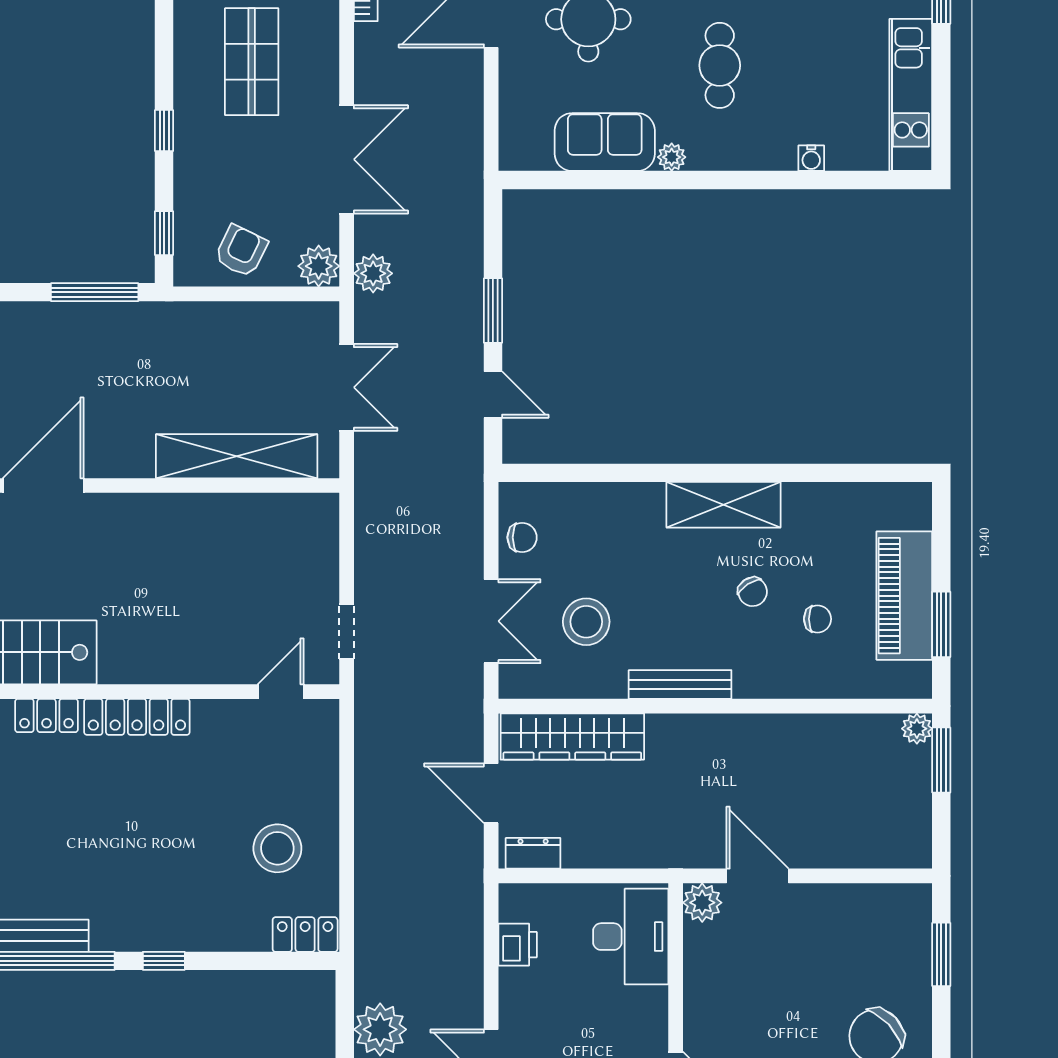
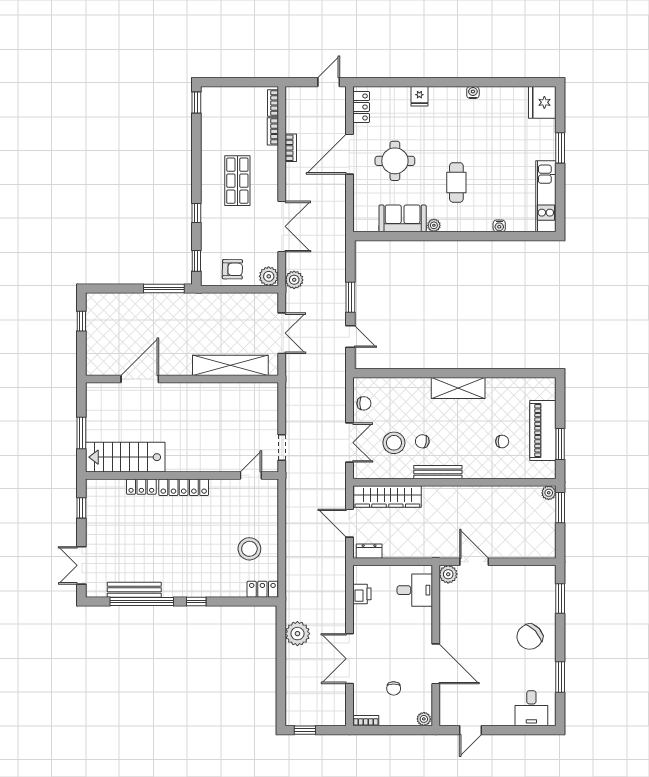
armchair: (241, 251) -> (232, 269), turned 65
chair: (753, 592) -> (422, 441), moved, turned 133
desk: (631, 937) -> (415, 590), width x0.73

